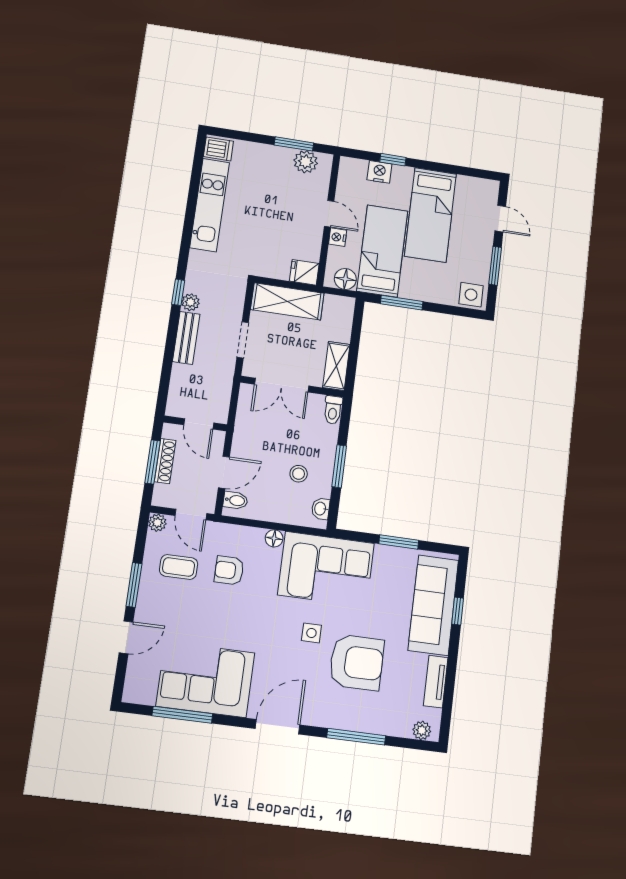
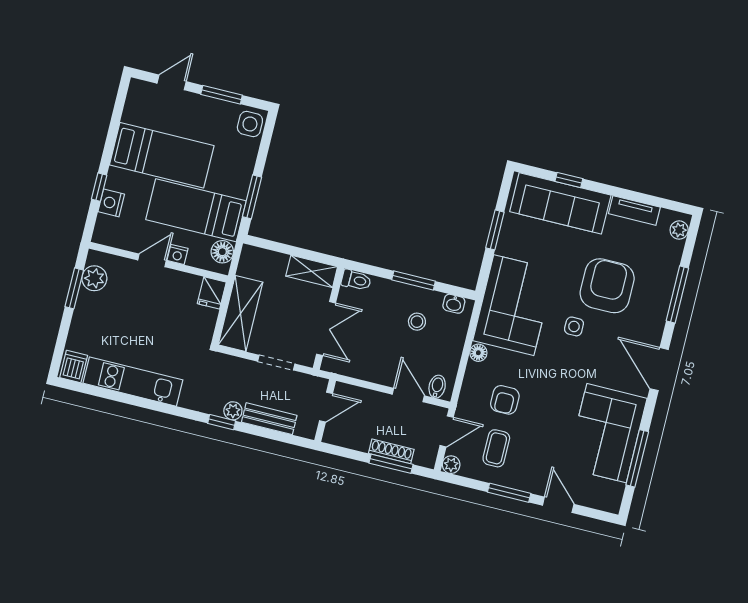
wall: (195, 423) -> (325, 410), moved
door: (199, 424) -> (326, 407), moved

